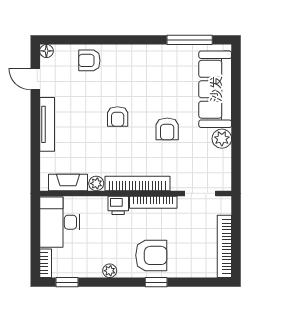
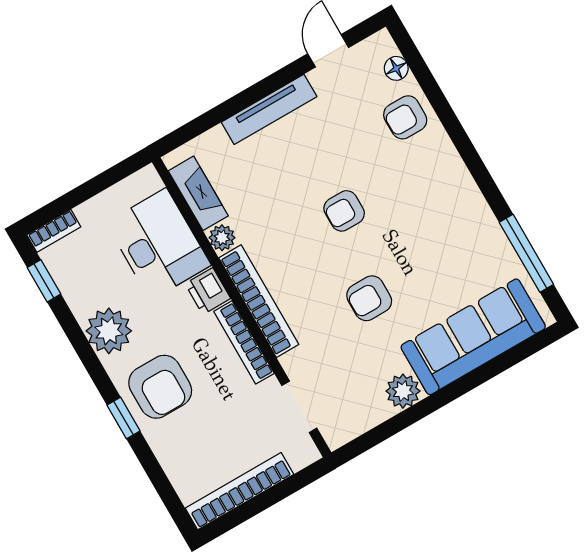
floor lamp: (46, 51) -> (396, 68), moved
armchair: (89, 60) -> (405, 117), turned -90
desk: (60, 222) -> (158, 244), moved, turned 90
plant: (110, 271) -> (109, 331), width x1.87, depth x1.87

